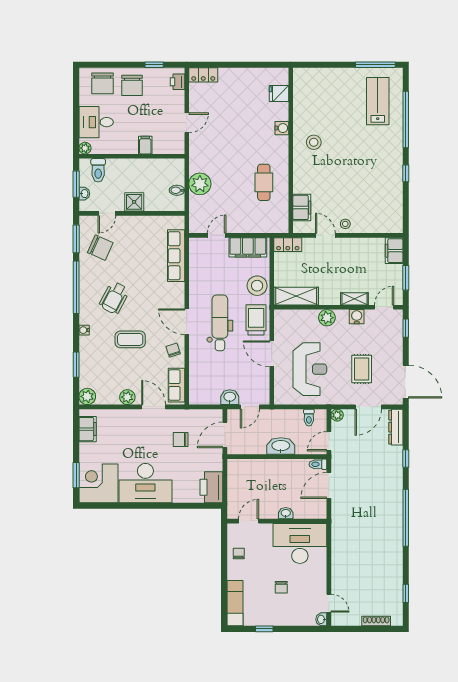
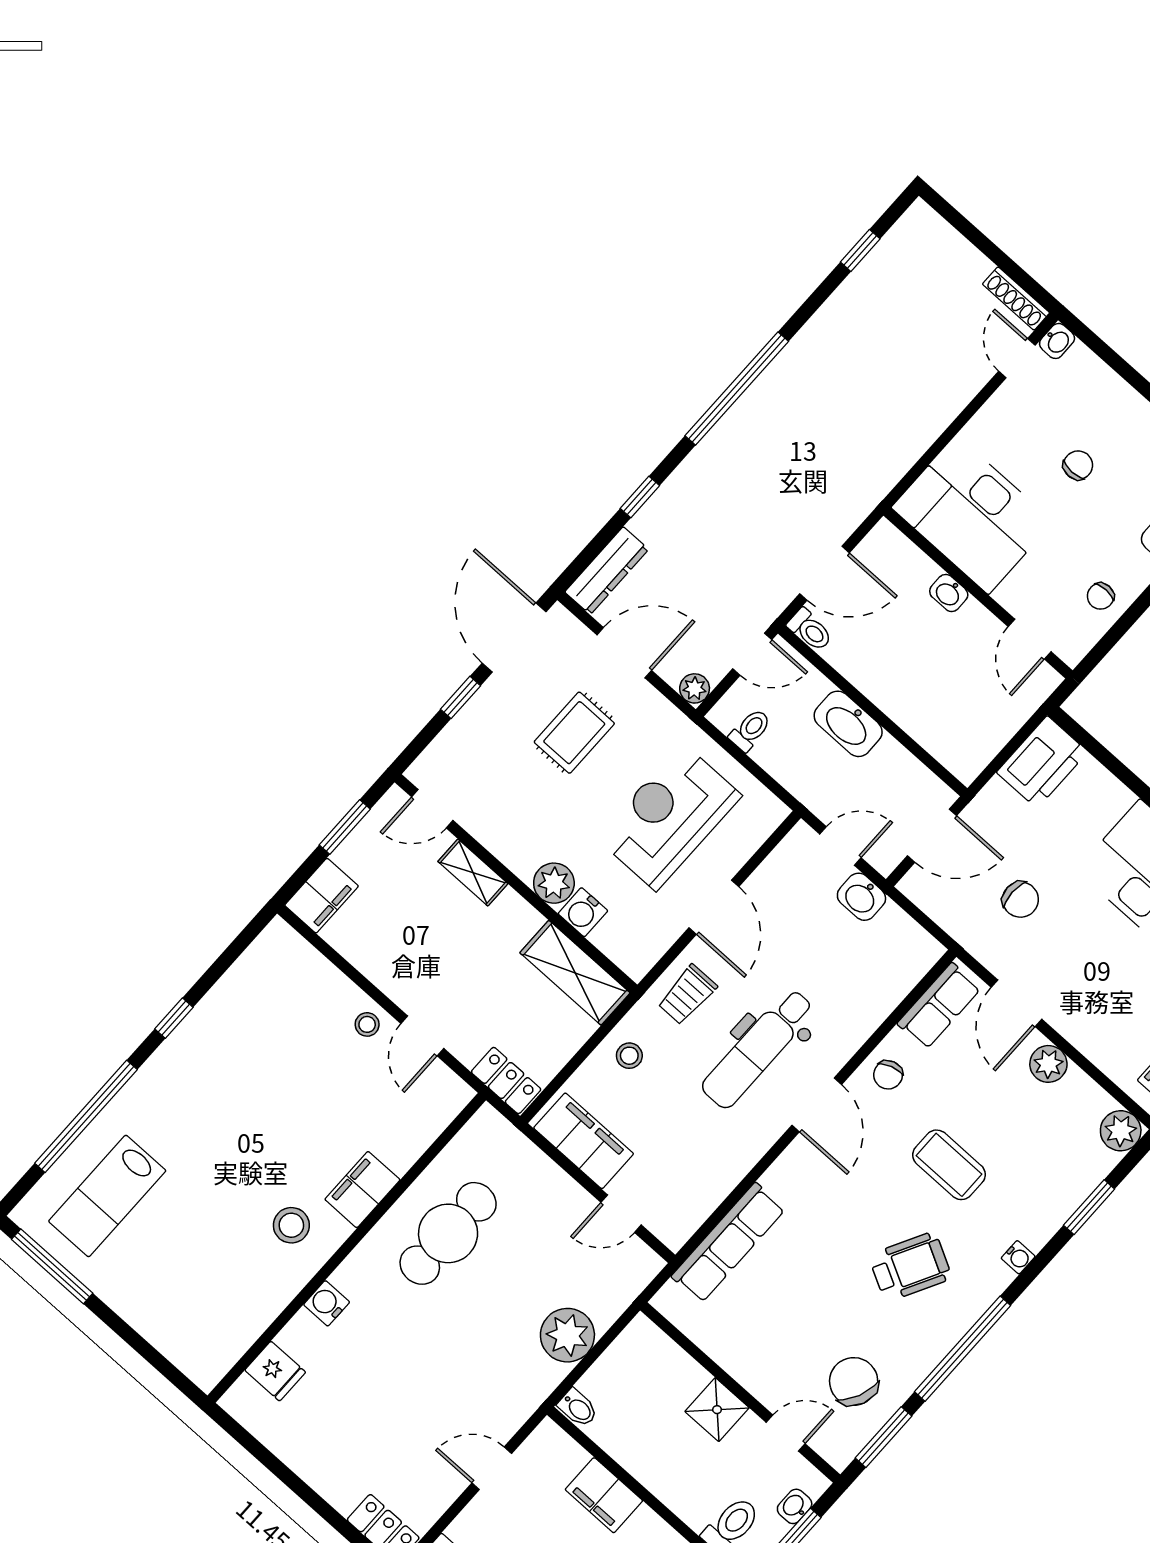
filing cabinet: (145, 145) -> (604, 1495), width x2.00
cafe table: (264, 182) -> (448, 1233), width x1.37, depth x1.35
bidet: (177, 190) -> (578, 1408), moved
filing cabinet: (302, 207) -> (362, 1190), moved
stool: (257, 286) -> (629, 1056), width x0.53, depth x0.53
water cooler: (357, 317) -> (583, 912), moved
trolley: (256, 320) -> (687, 995), width x0.73, depth x0.72
window: (406, 328) -> (460, 697), moved
door: (249, 521) -> (1030, 639), hinge flipped
shoe rack: (376, 621) -> (1016, 299), moved

